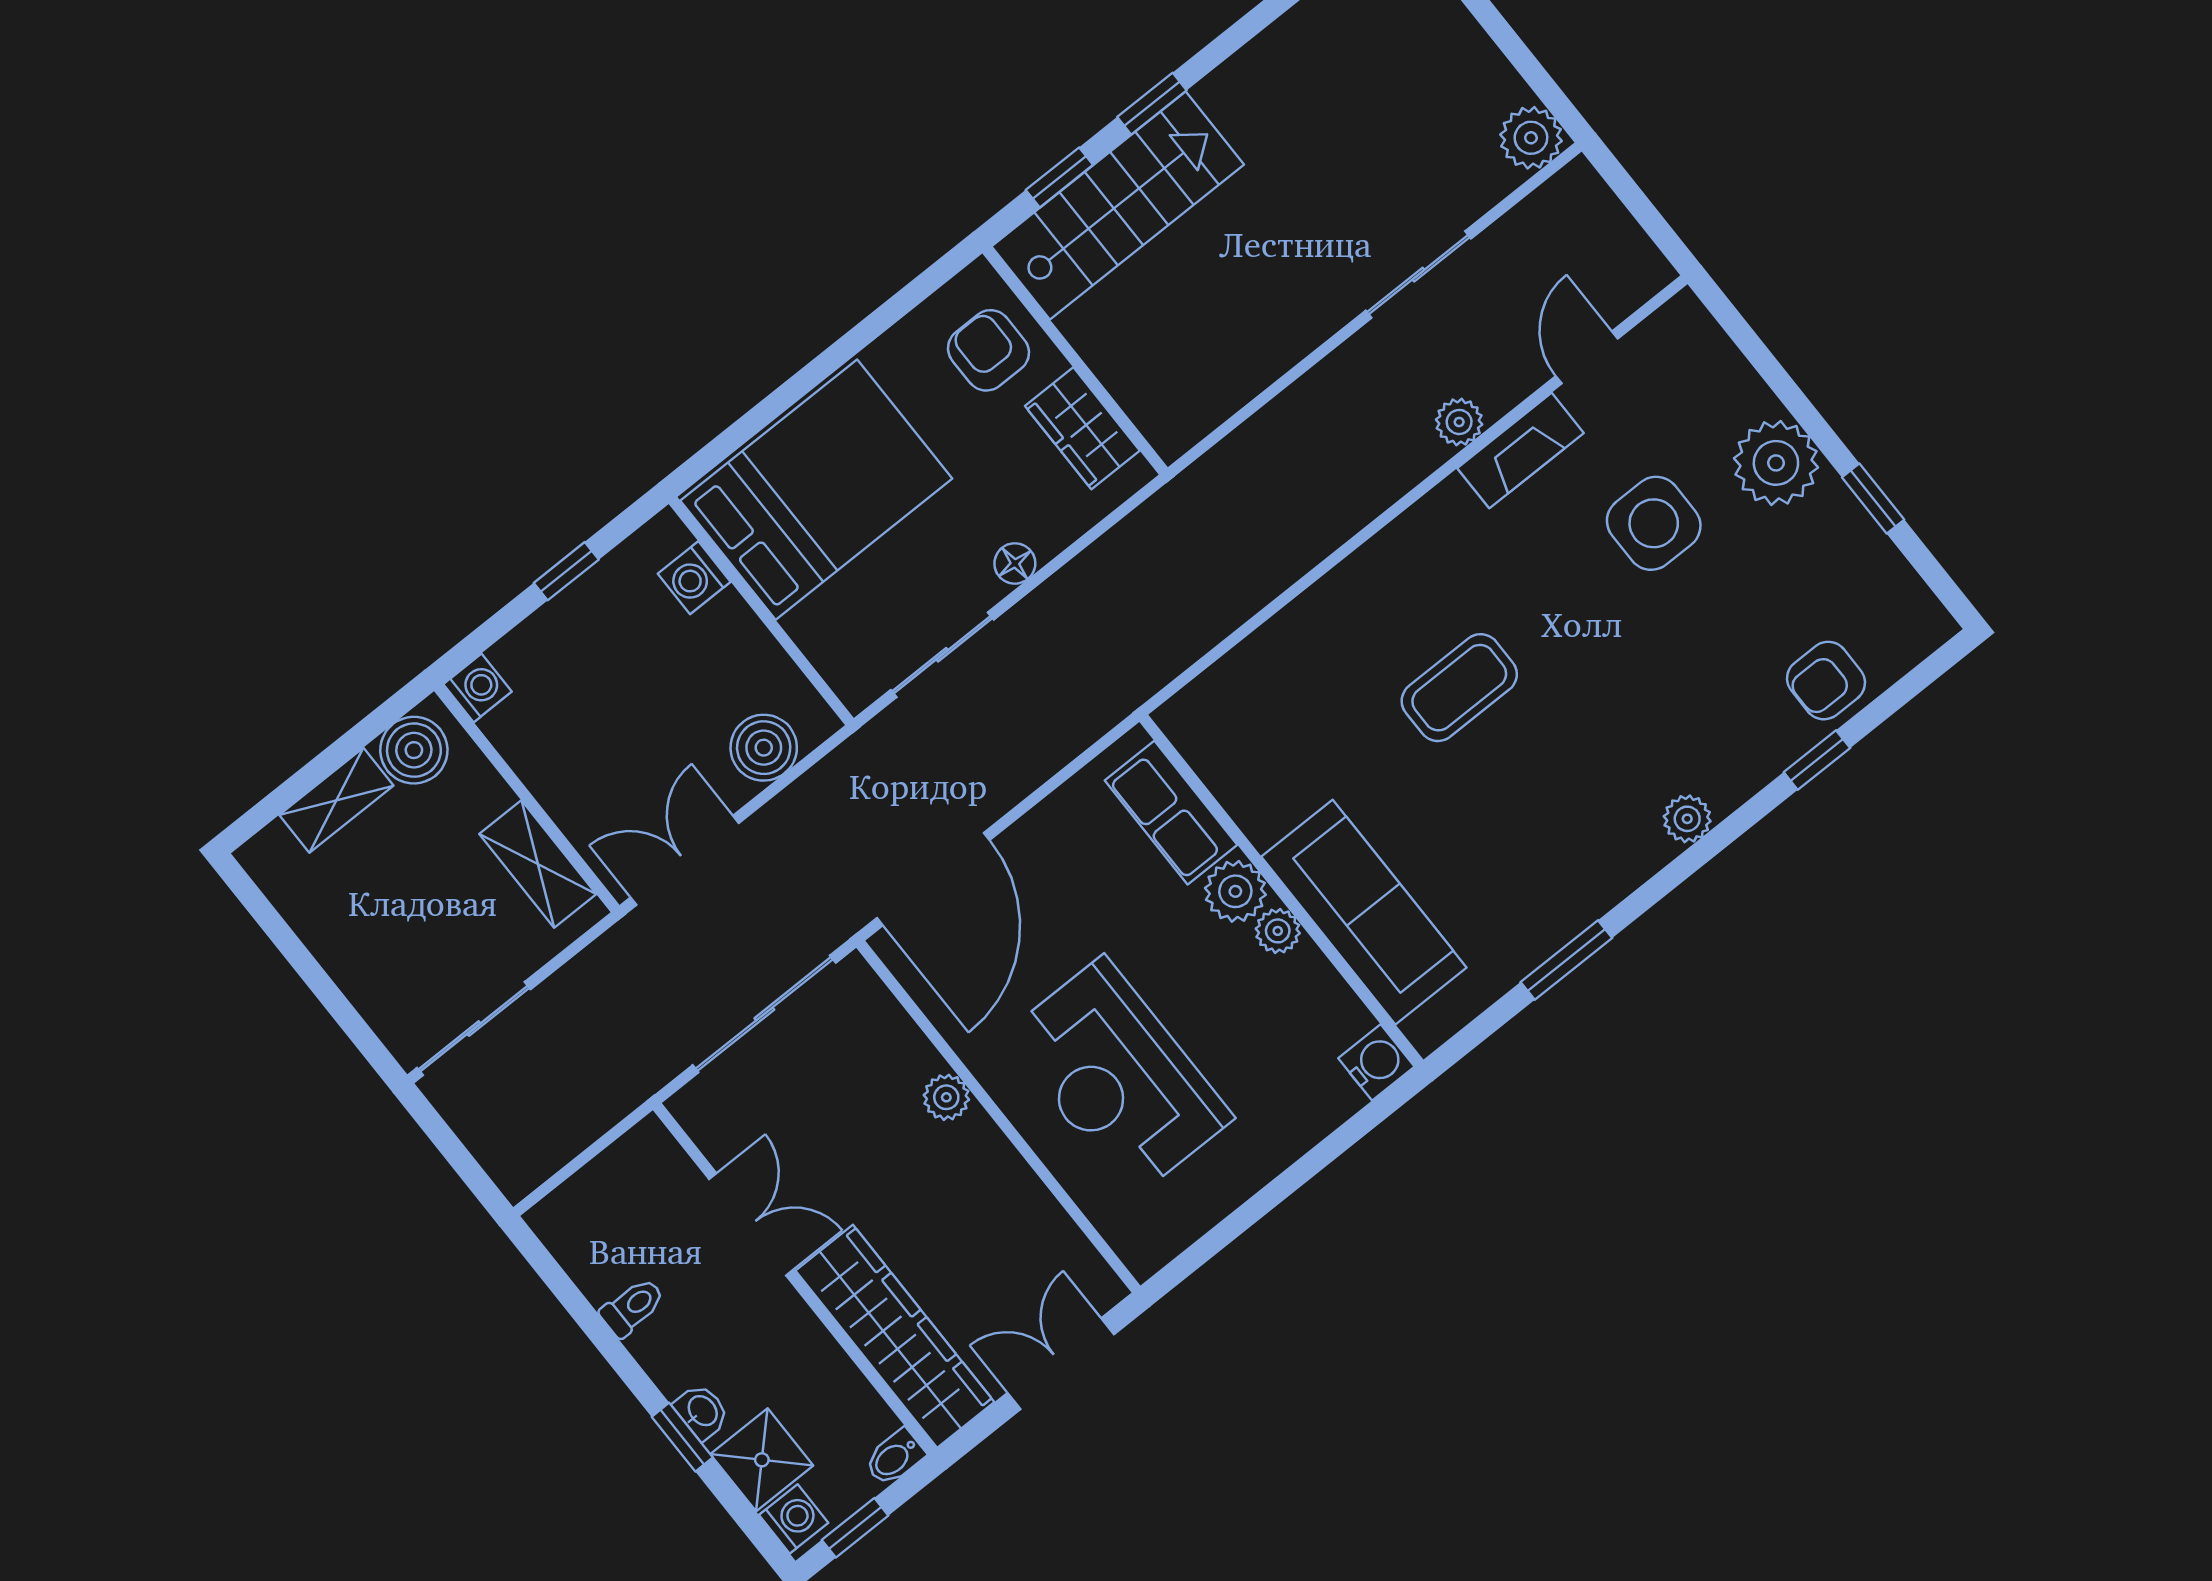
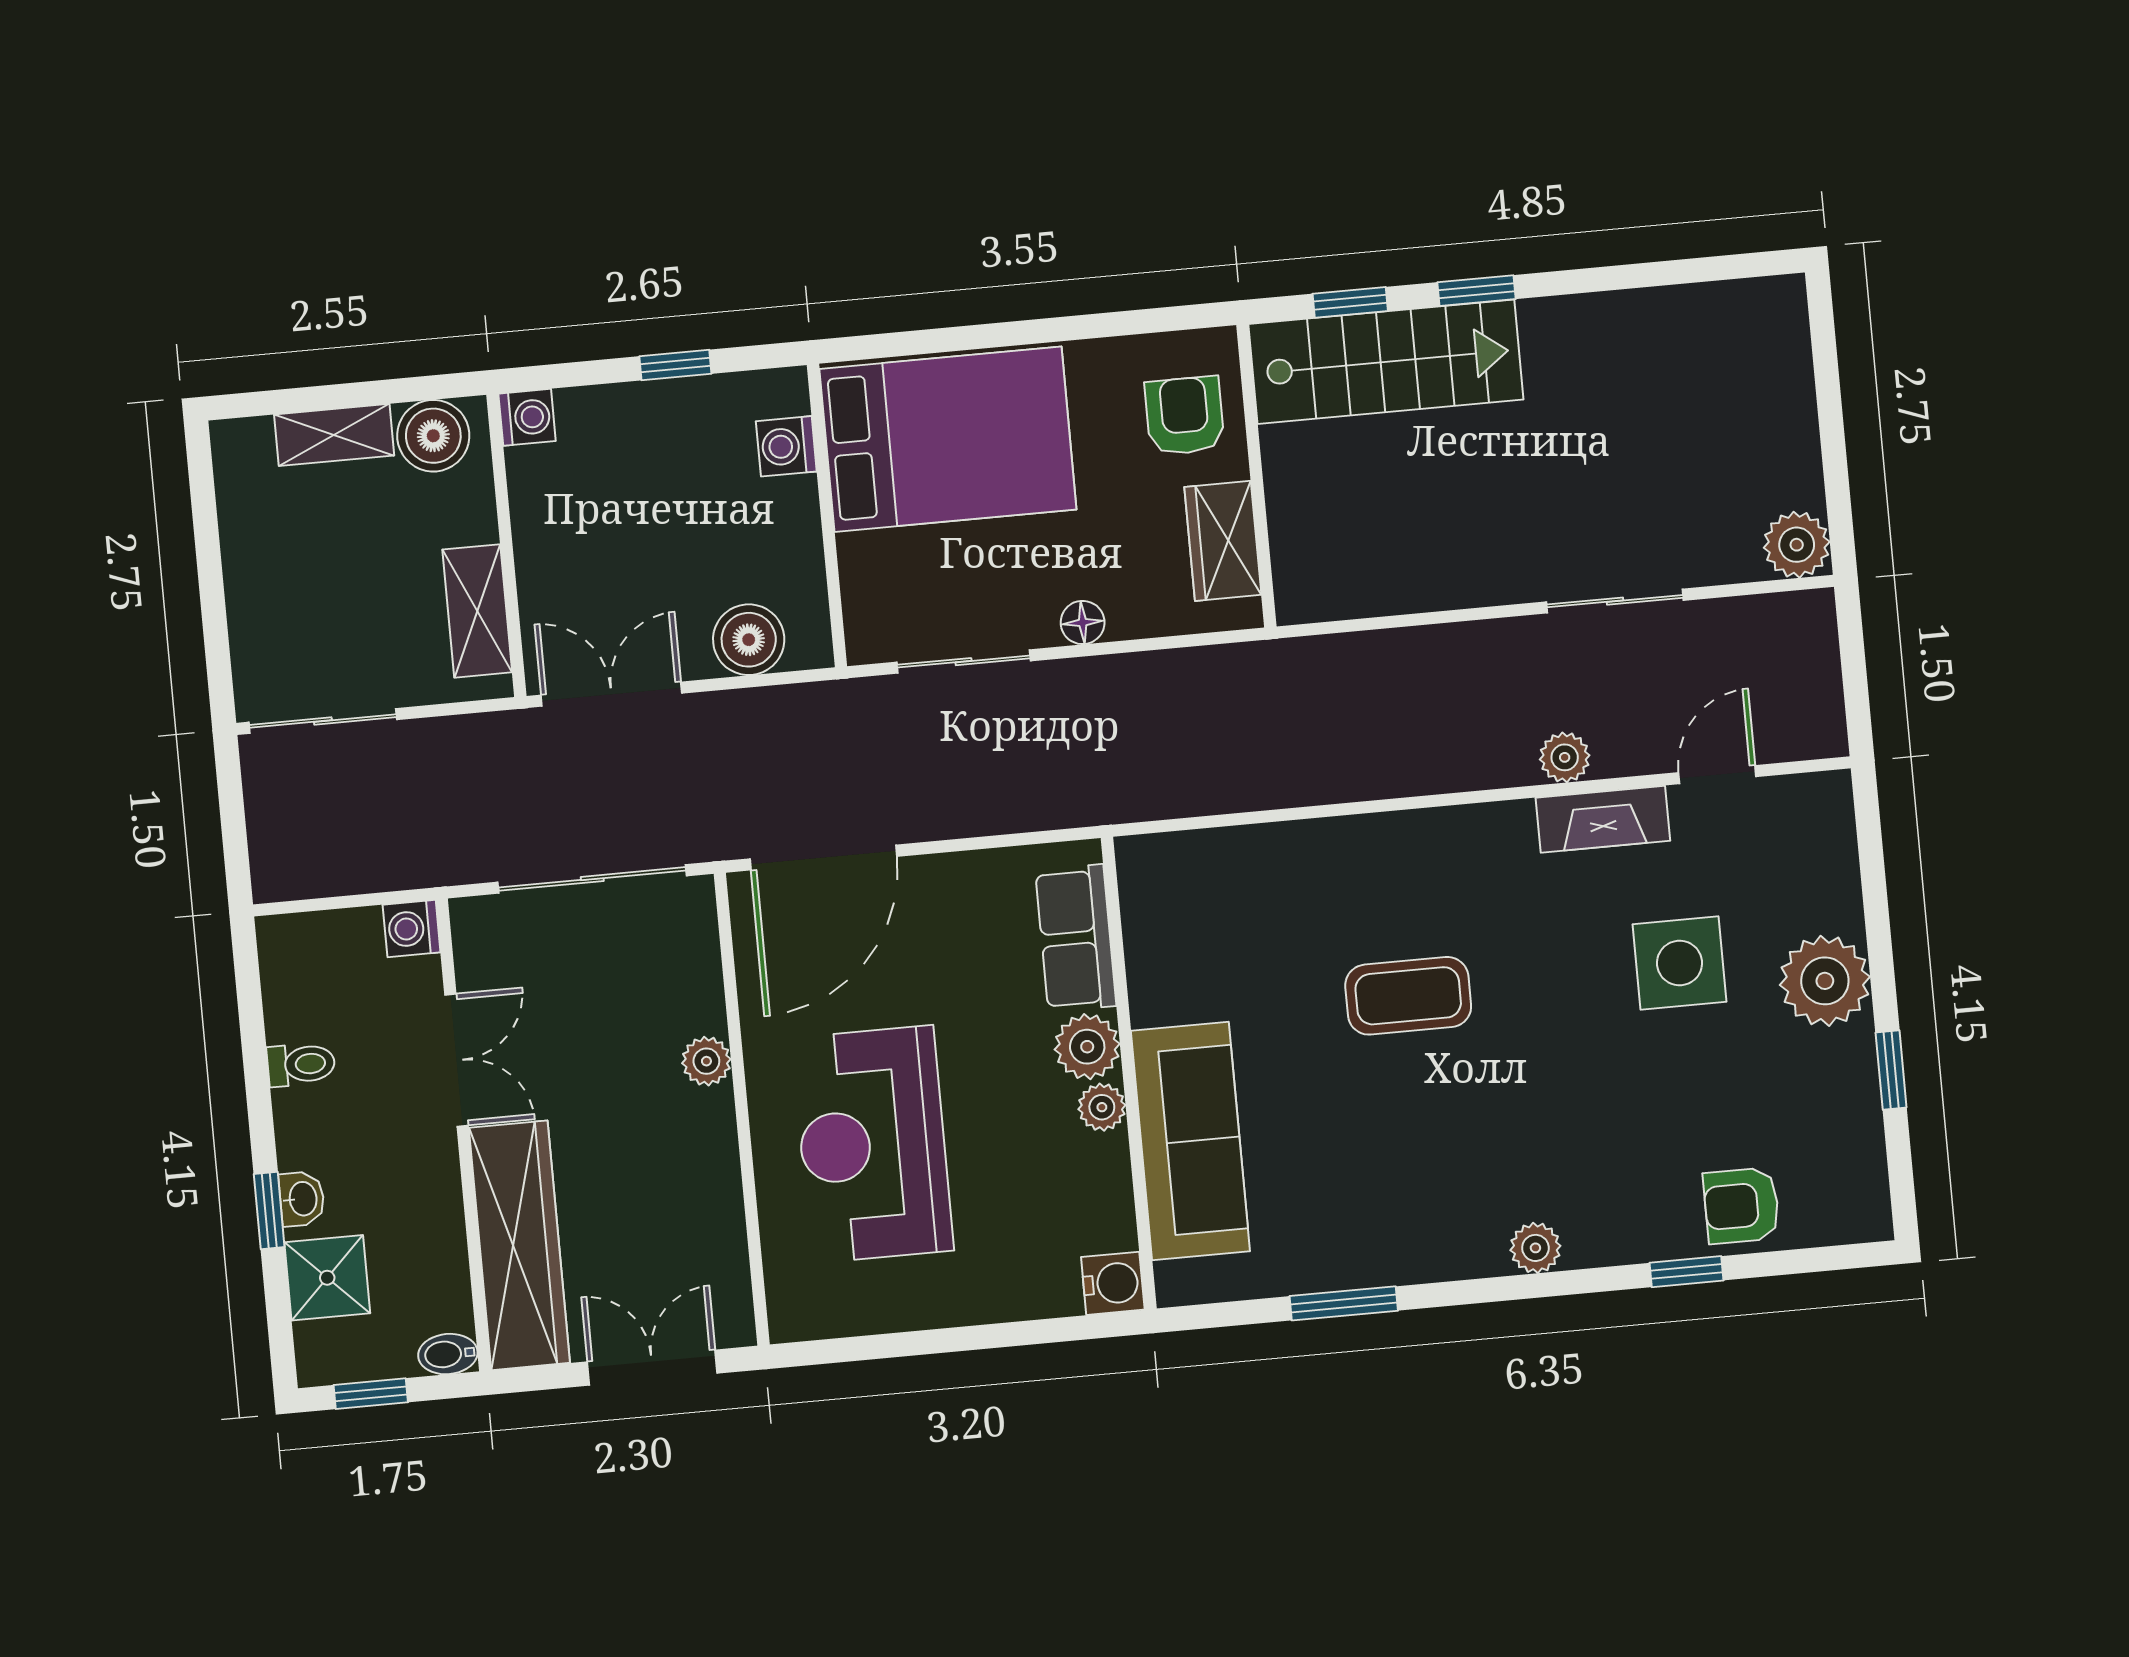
washing machine: (794, 1519) -> (412, 928), moved, turned 180

